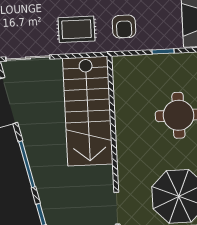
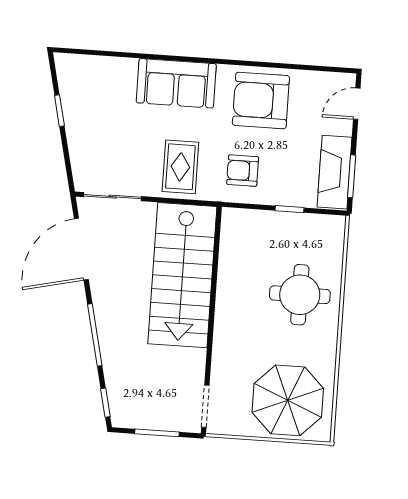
armchair: (124, 27) -> (243, 171), turned 90
rug: (77, 29) -> (180, 167), turned 90

